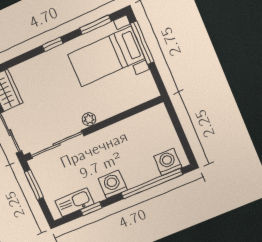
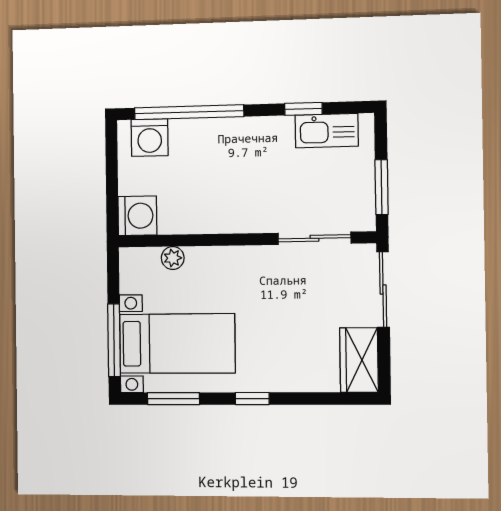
plant: (89, 119) -> (173, 258), moved
sliding door: (57, 144) -> (314, 238), width x0.73
washing machine: (113, 184) -> (137, 216), moved, turned -90

